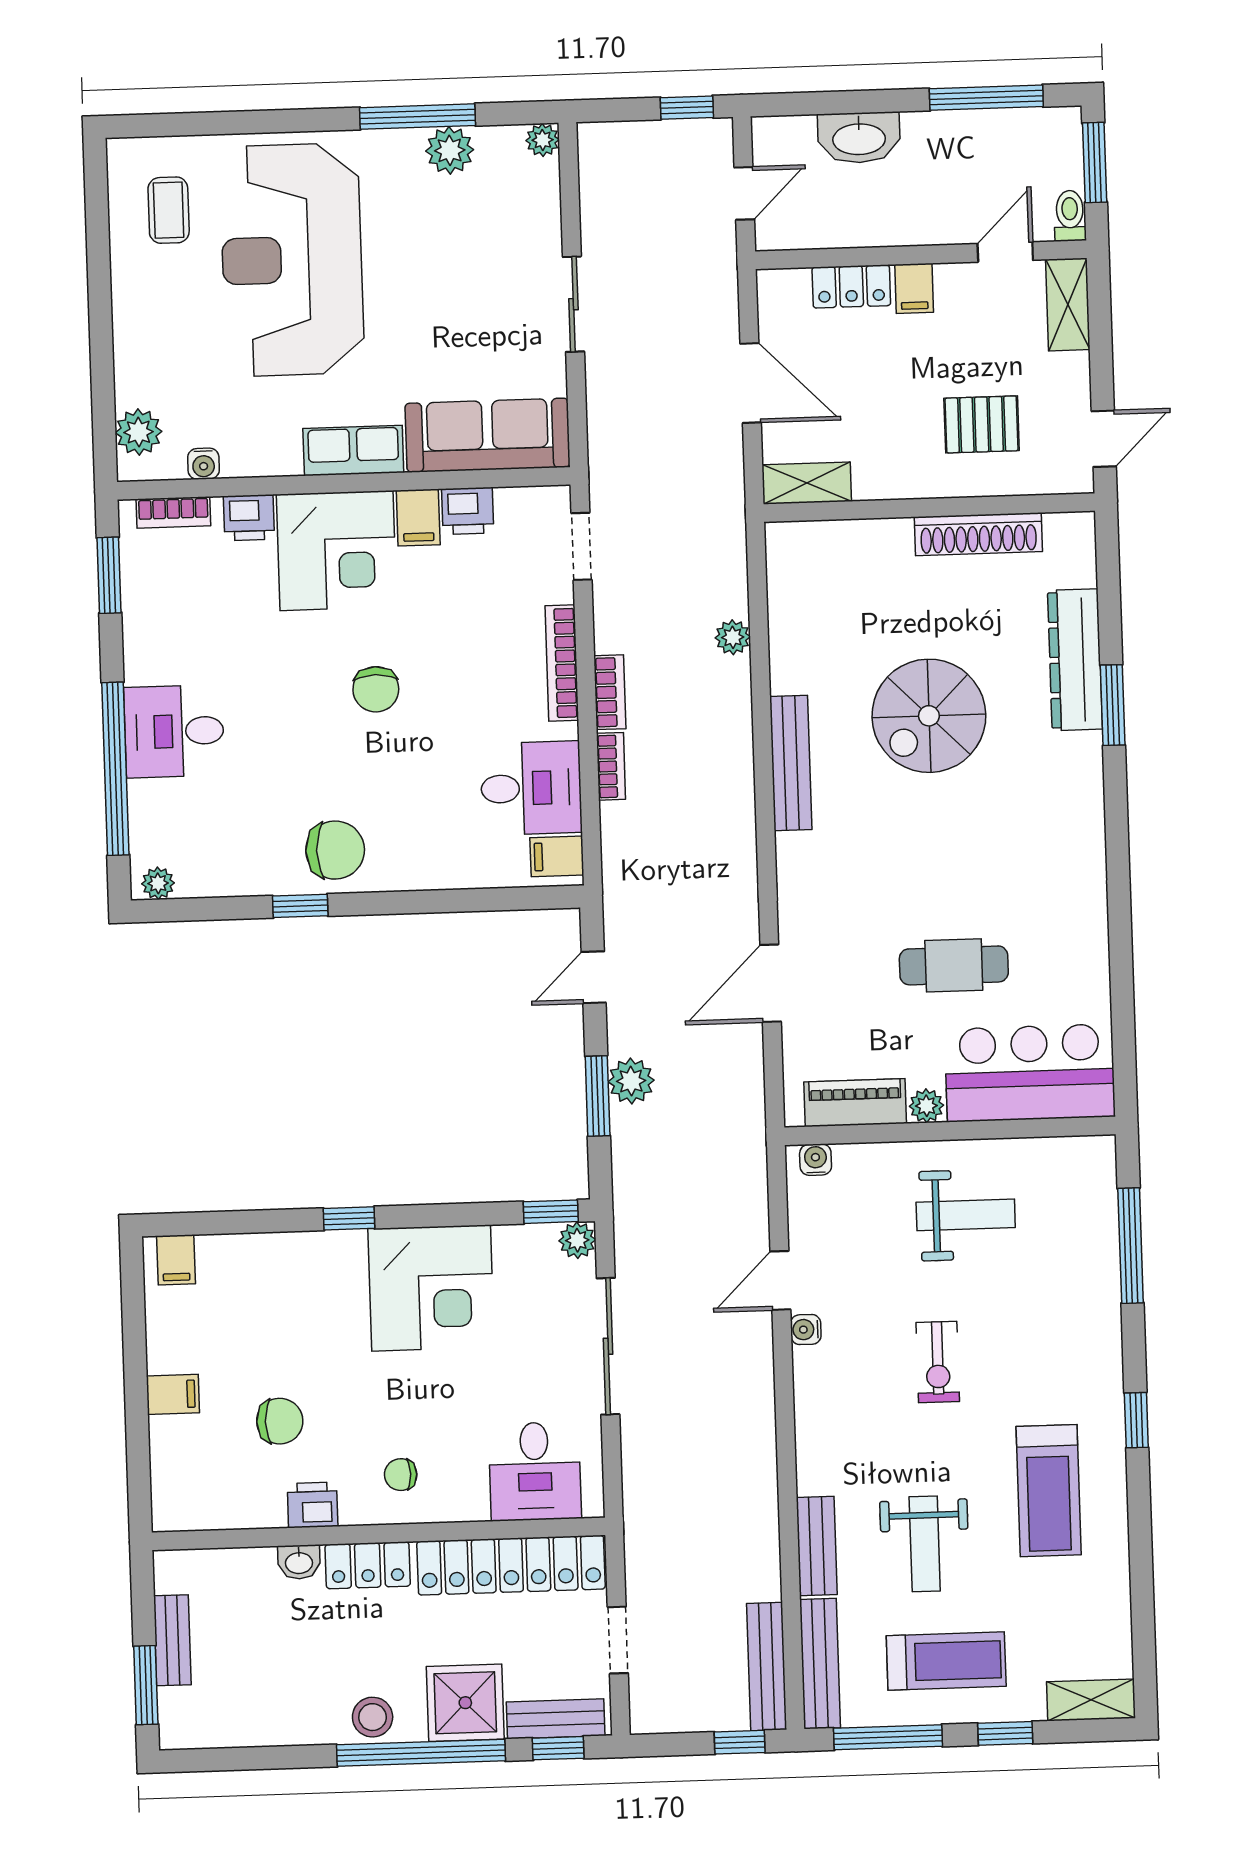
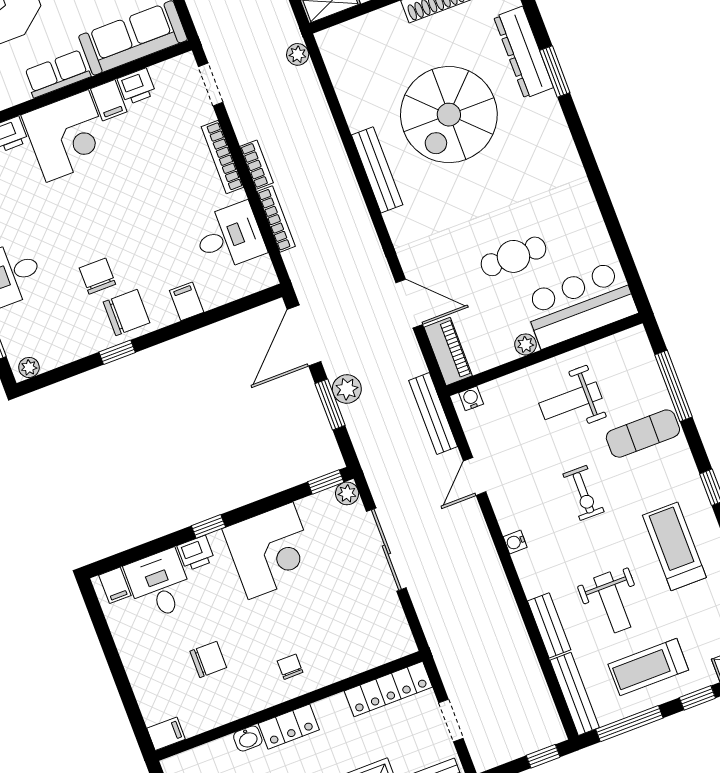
plant: (733, 637) -> (298, 54), moved
chair: (376, 689) -> (97, 276), moved, turned 180
spiral stairs: (929, 716) -> (449, 115), width x1.37, depth x1.37
bookcase: (611, 766) -> (276, 219), width x1.56
filing cabinet: (557, 856) -> (187, 301), moved, turned 90
door: (594, 977) -> (304, 335), width x1.88
door: (771, 983) -> (409, 304), swing flipped
piano: (855, 1103) -> (448, 351), moved, turned 90
weight bench: (966, 1215) -> (570, 401), turned 180
exercise mat: (1059, 1302) -> (643, 434), added
water cooler: (806, 1330) -> (515, 542), moved
filing cabinet: (173, 1394) -> (166, 734), moved
desk: (535, 1471) -> (159, 585), moved, turned 180
chair: (401, 1475) -> (290, 667), turned 90
treadmill: (1049, 1491) -> (674, 546), turned 180
printer: (313, 1505) -> (196, 553), moved, turned 180
locker: (511, 1565) -> (388, 689), width x0.71, depth x0.83
treadmill: (946, 1661) -> (648, 667), turned 180
bench: (767, 1667) -> (433, 413), moved

